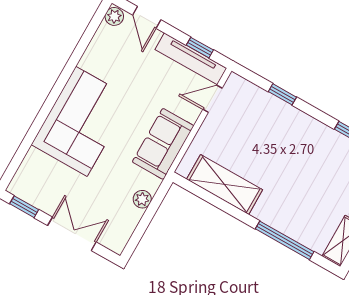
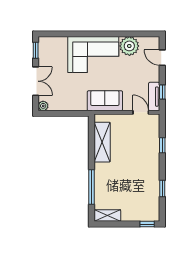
plant: (114, 16) -> (129, 46), moved, width x1.88, depth x1.88
door: (147, 17) -> (162, 58), hinge flipped
tv unit: (191, 59) -> (154, 97), width x0.71
plant: (142, 199) -> (43, 106), moved

